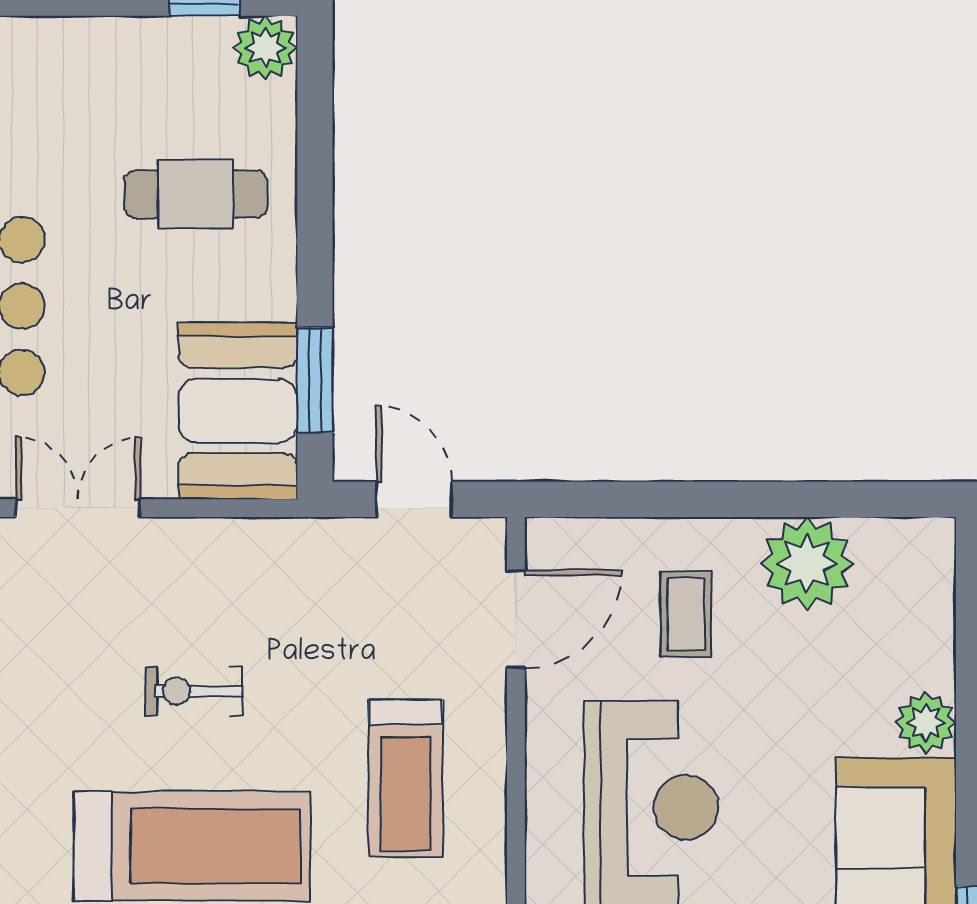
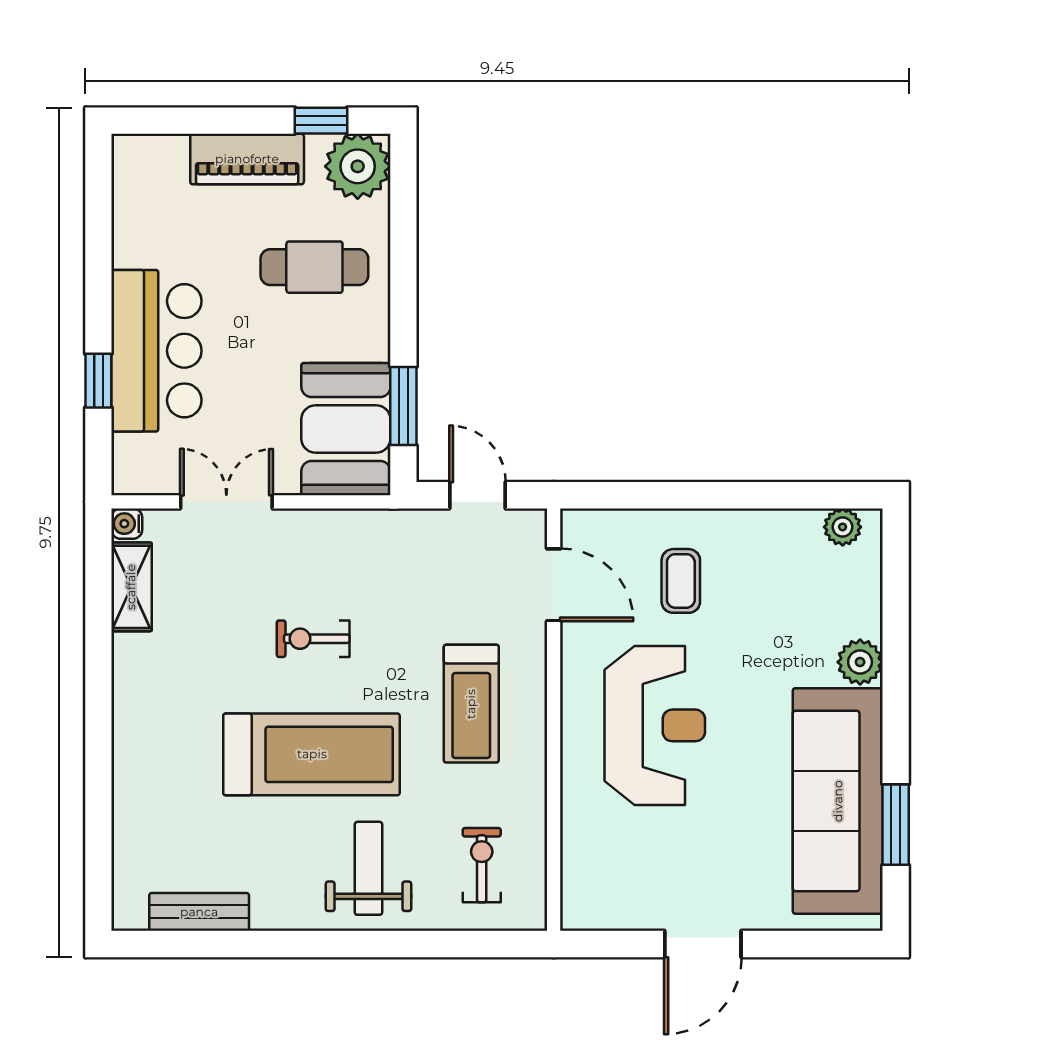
plant: (265, 48) -> (358, 166), width x1.36, depth x1.36
piano: (106, 50) -> (247, 159), added
plant: (807, 564) -> (843, 527), moved, width x0.53, depth x0.53
door: (516, 619) -> (554, 585), hinge flipped

